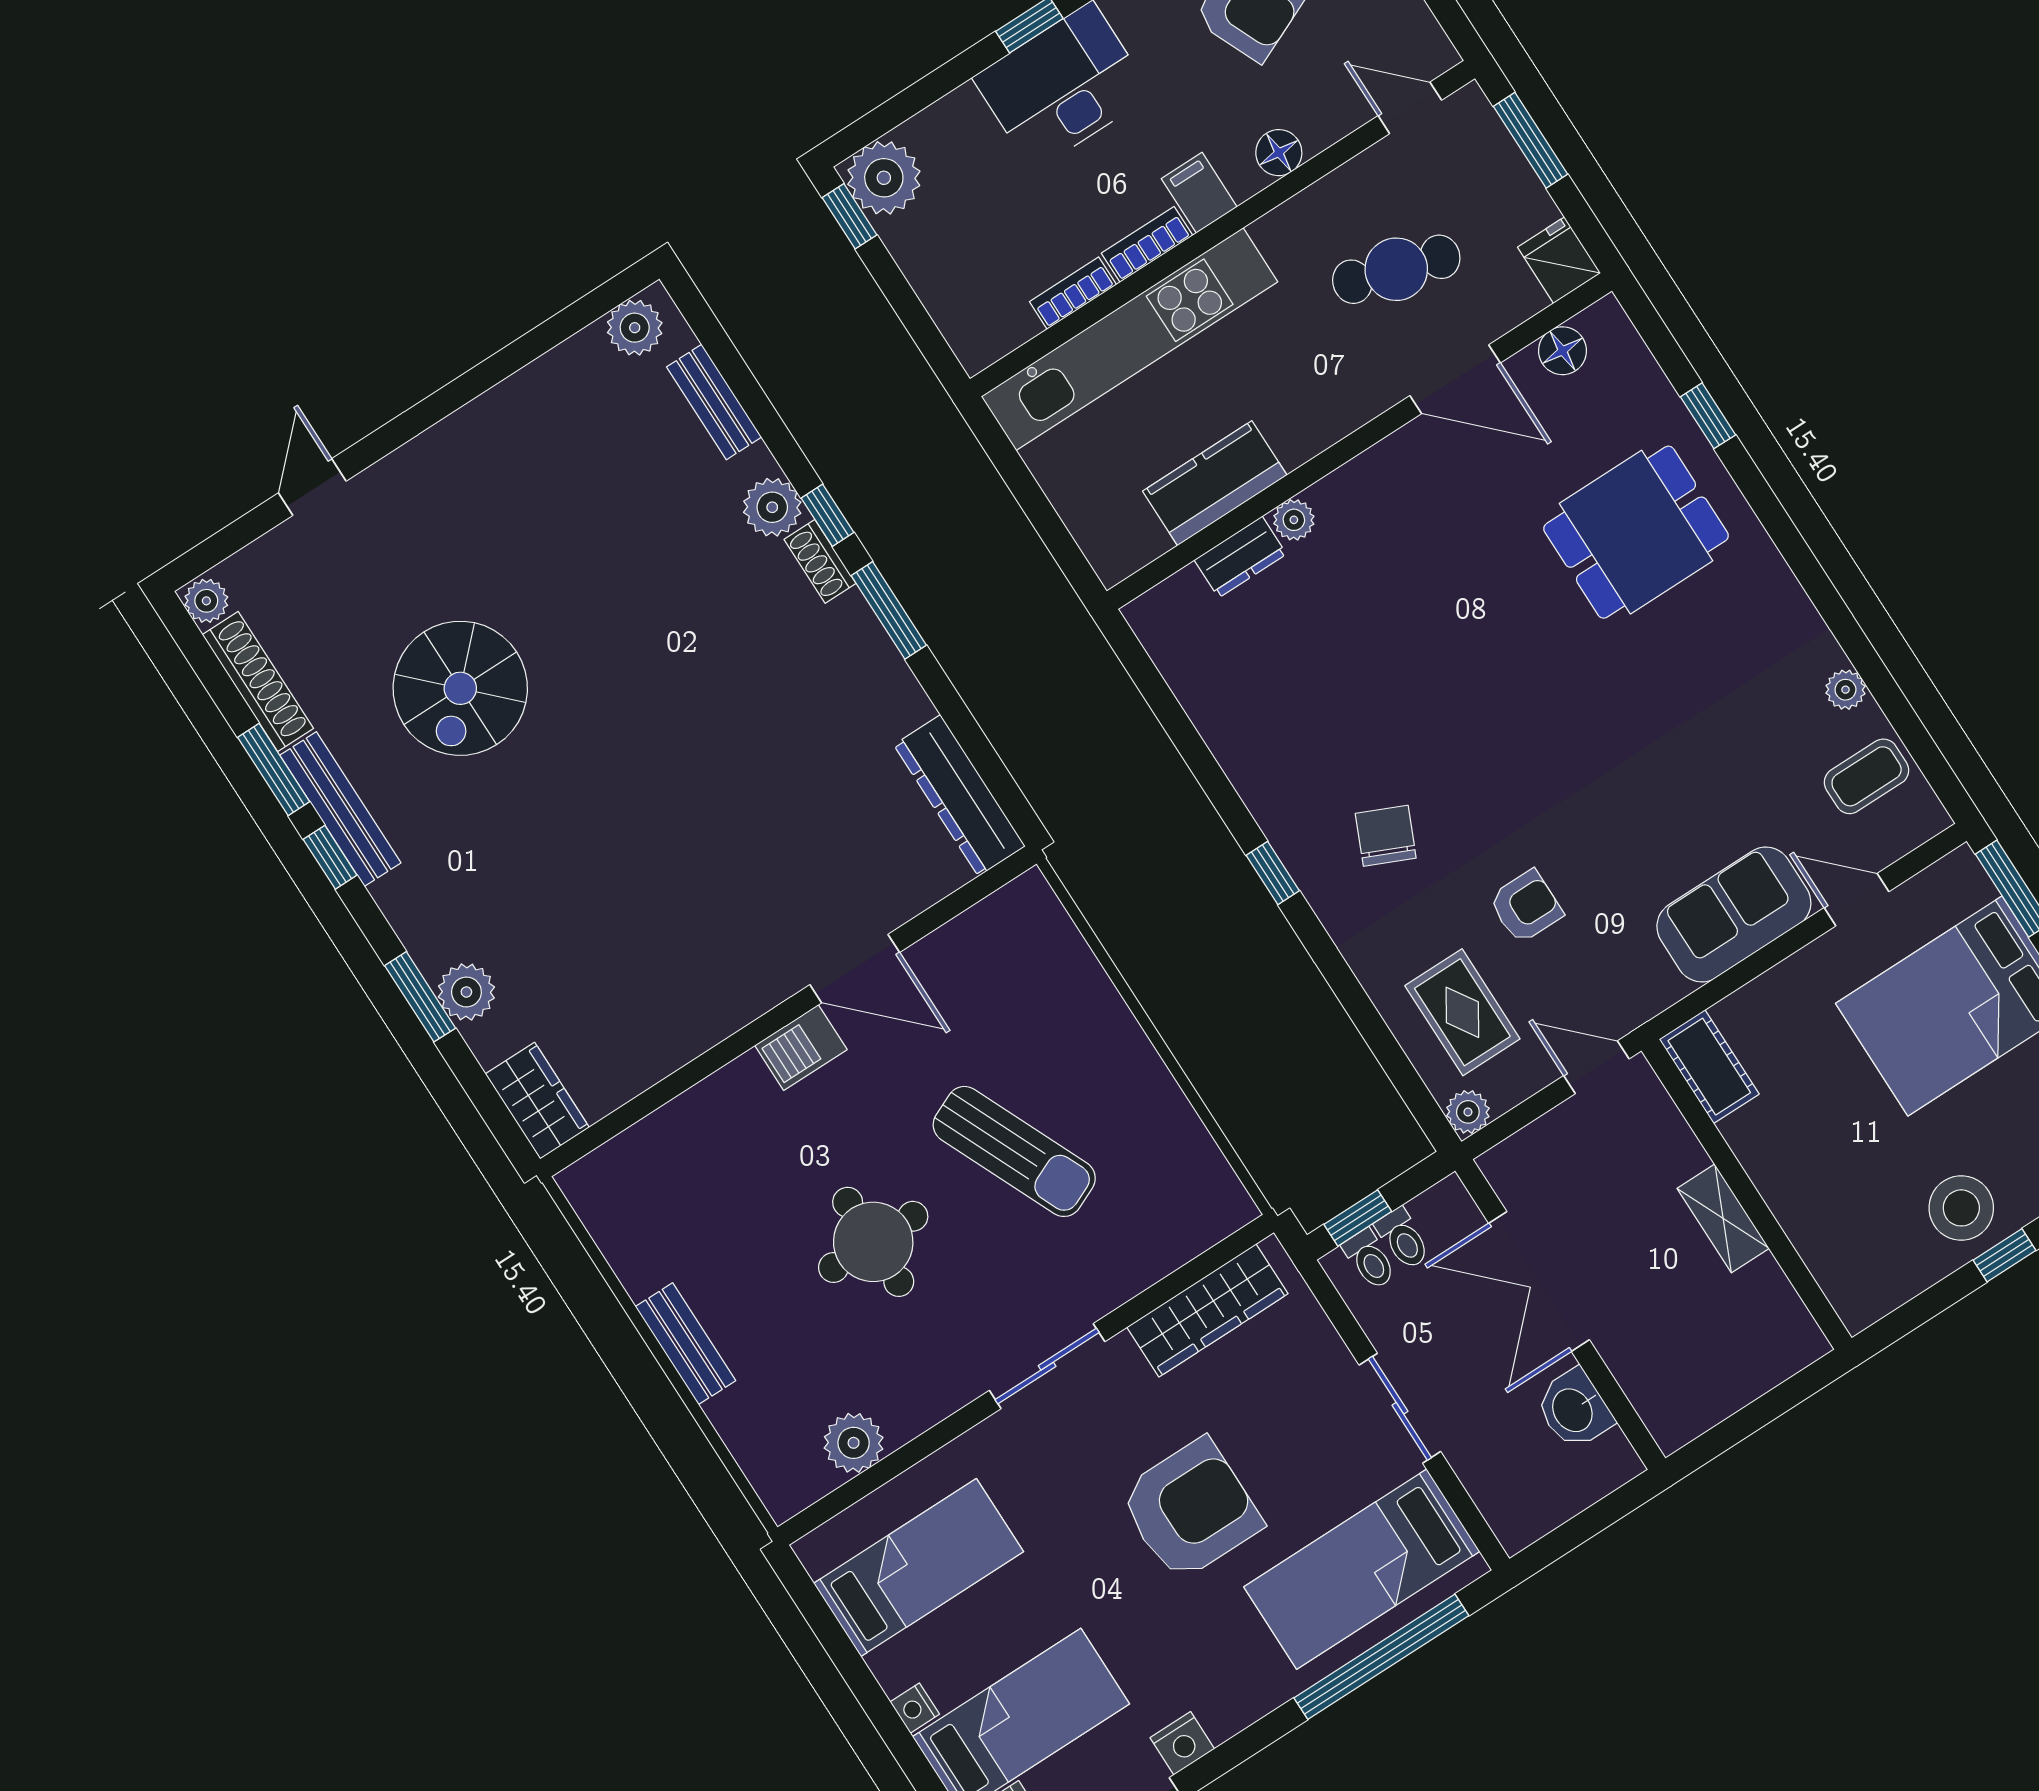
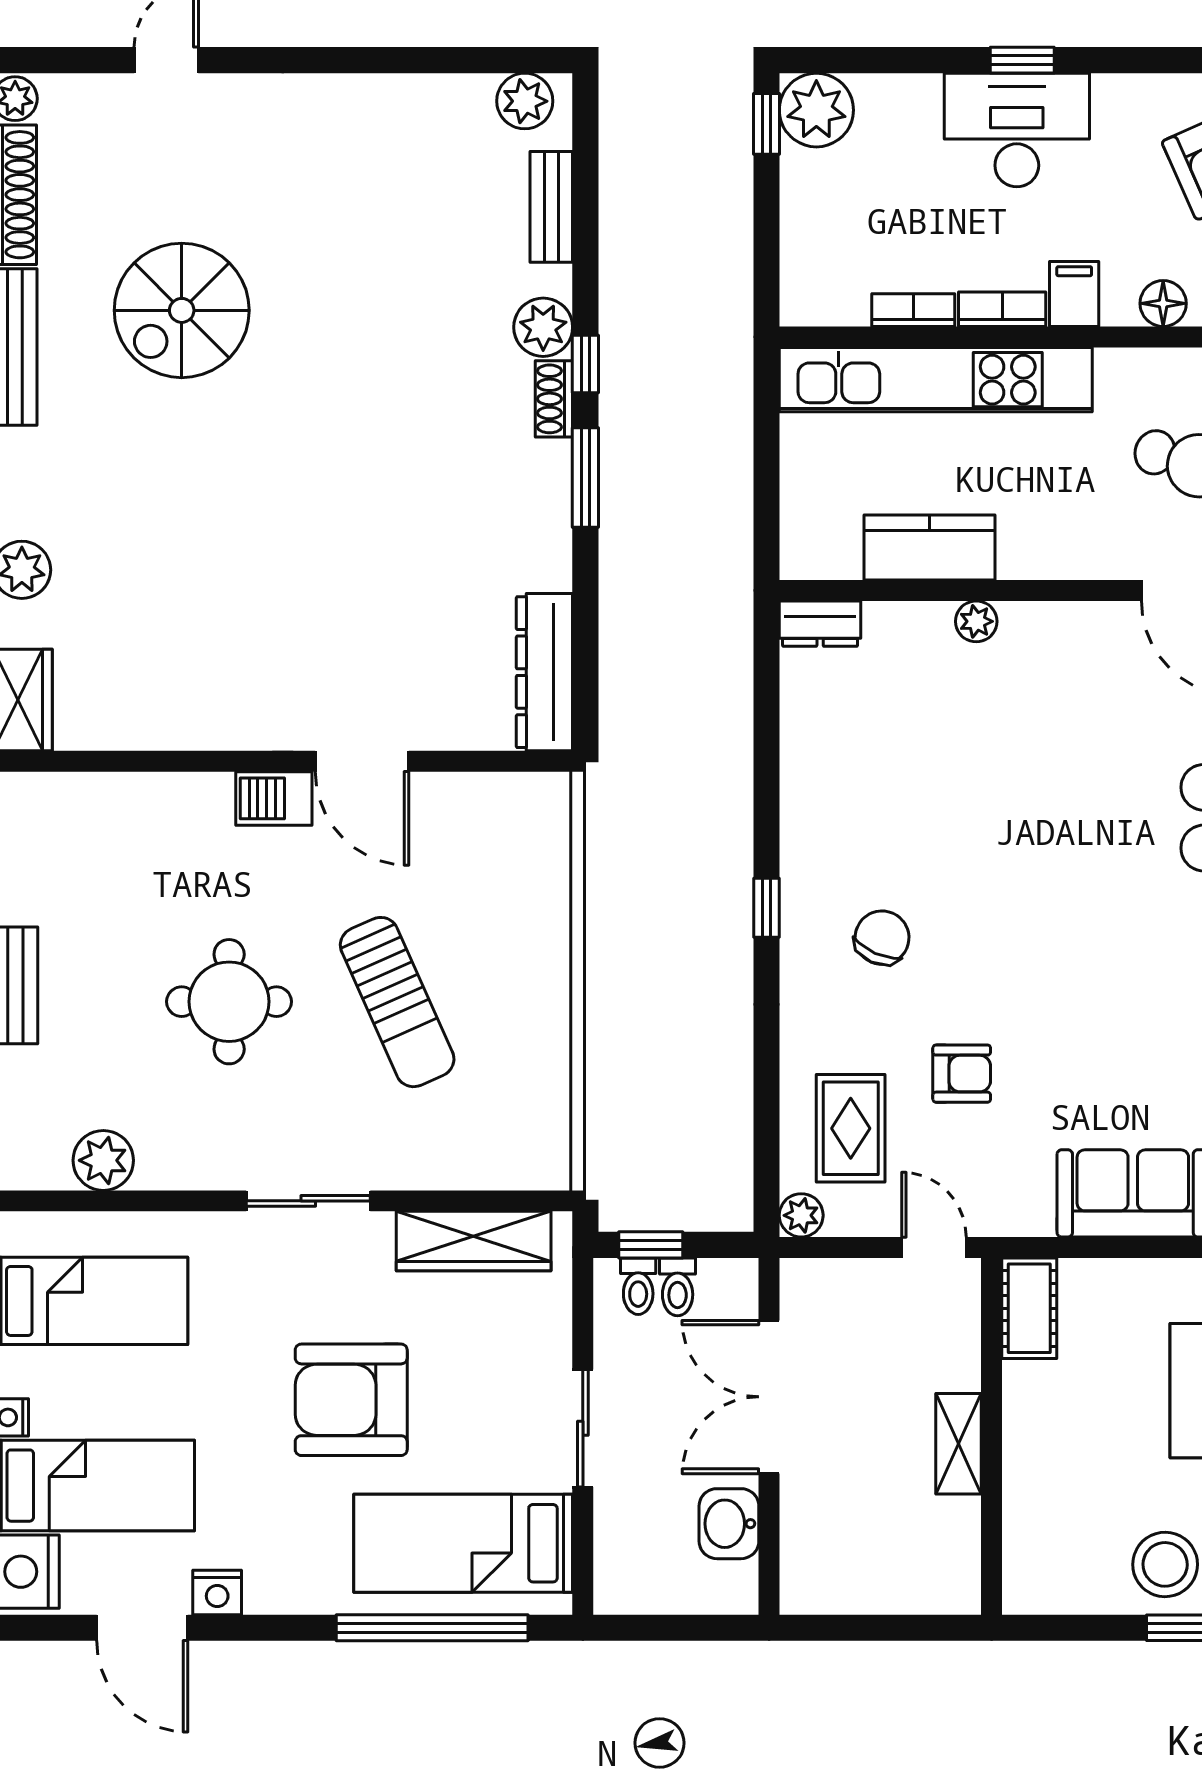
dresser: (1240, 557) -> (820, 624), moved
armchair: (1190, 1509) -> (351, 1400), turned 180

